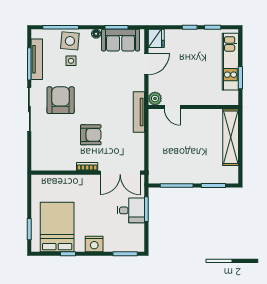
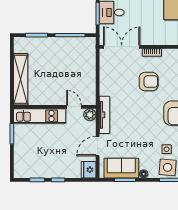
kitchen unit: (230, 62) -> (40, 116), moved, turned 90
tv unit: (139, 112) -> (104, 115), moved
armchair: (91, 135) -> (149, 82), turned 180

